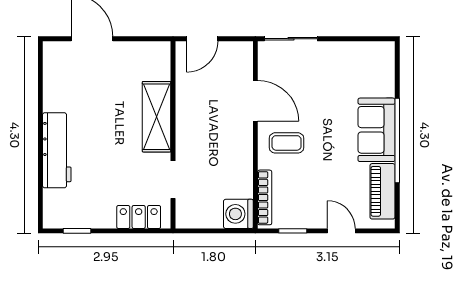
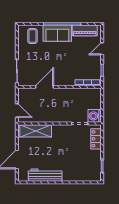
shelving: (157, 117) -> (36, 131), moved
coffee table: (287, 143) -> (32, 36), moved
workbench: (57, 150) -> (45, 175), moved
washing machine: (238, 214) -> (95, 116), moved, turned 90

